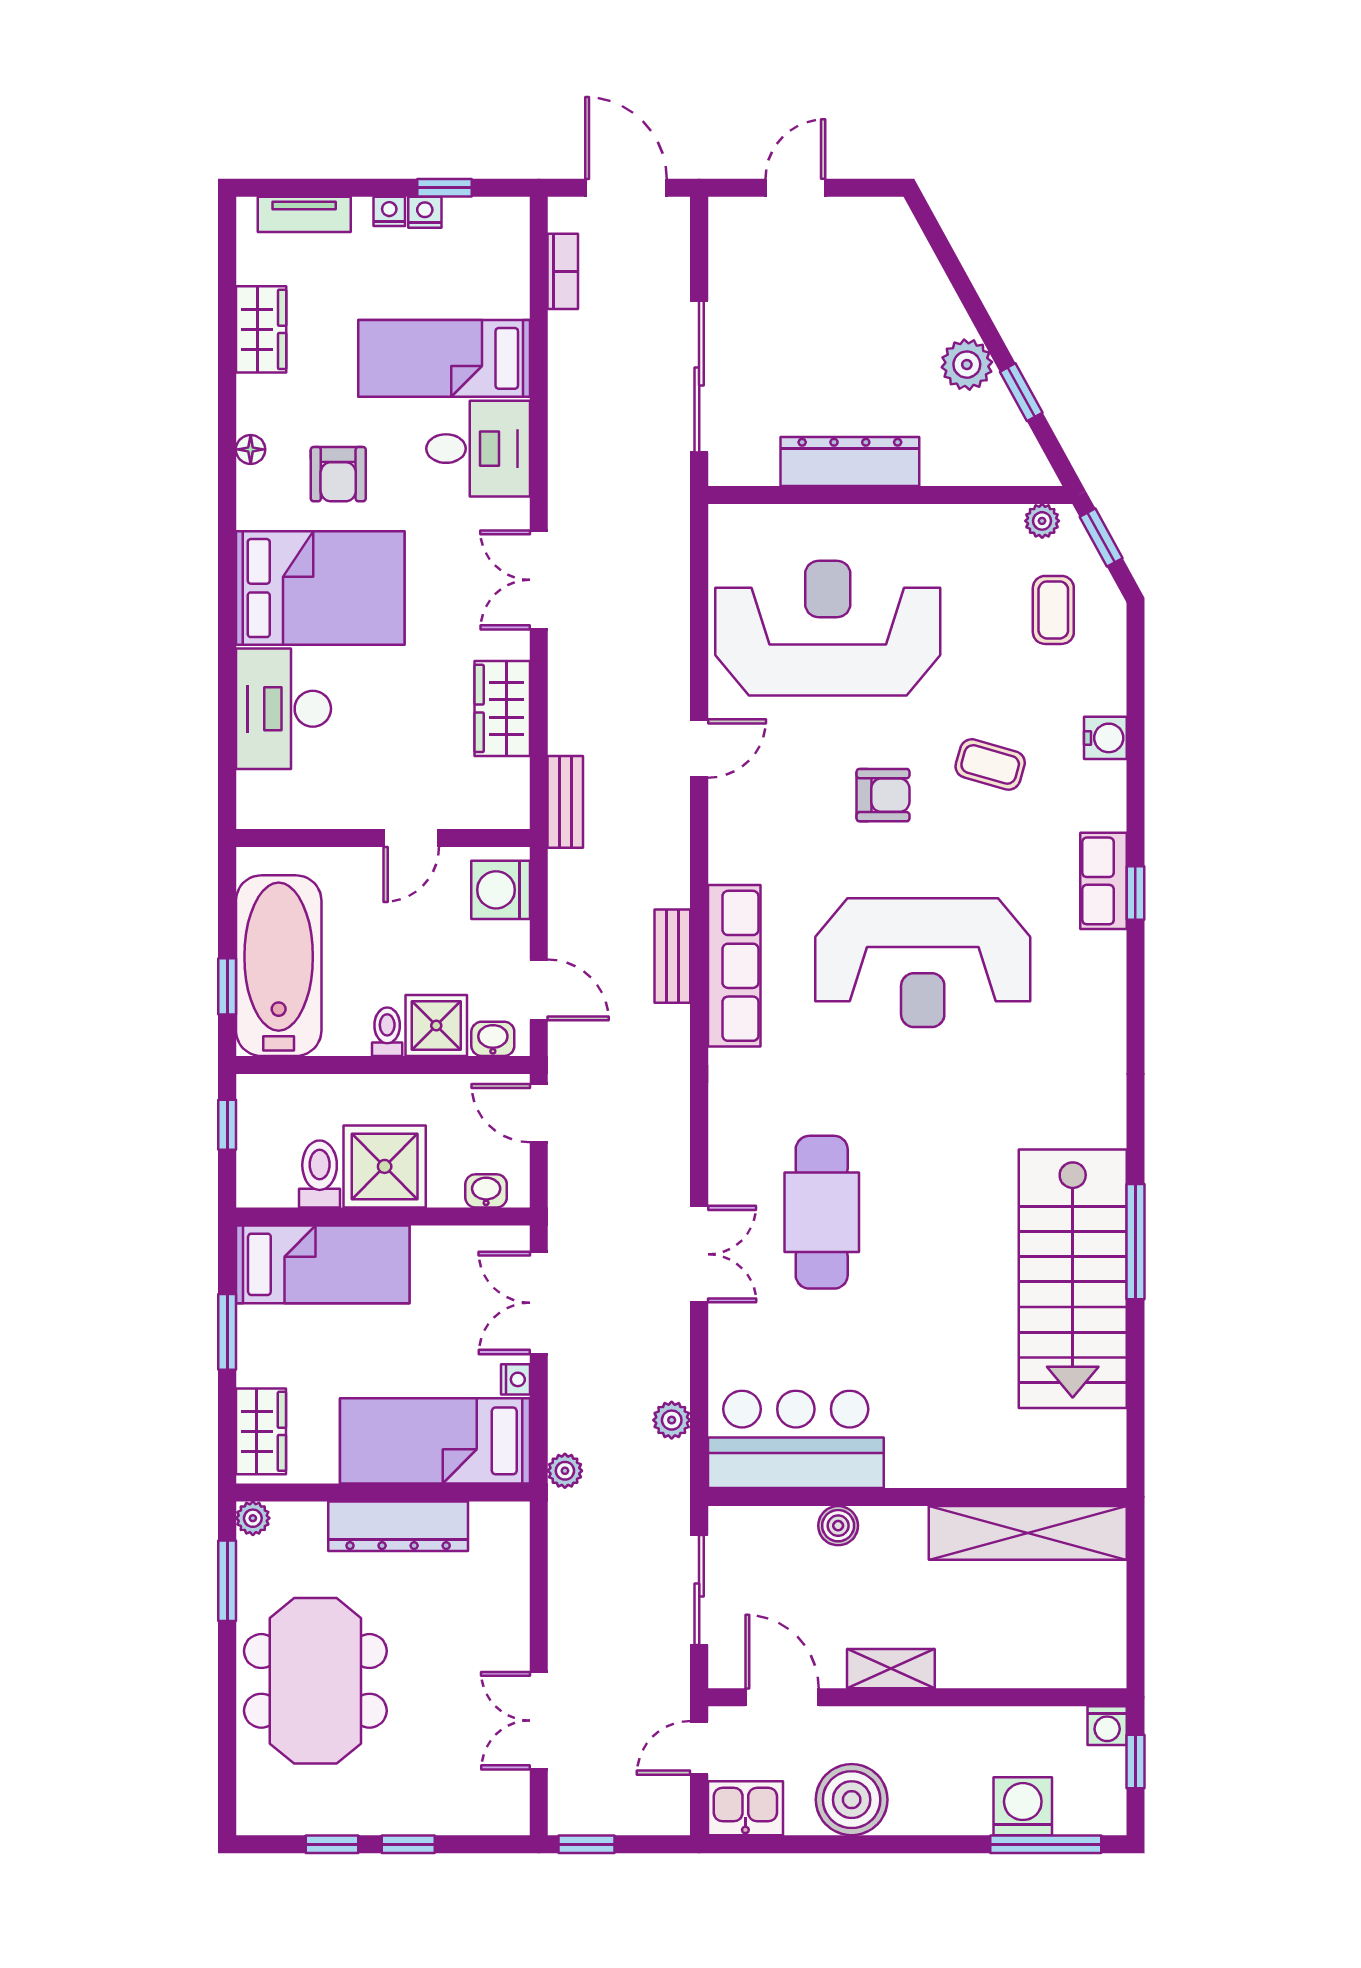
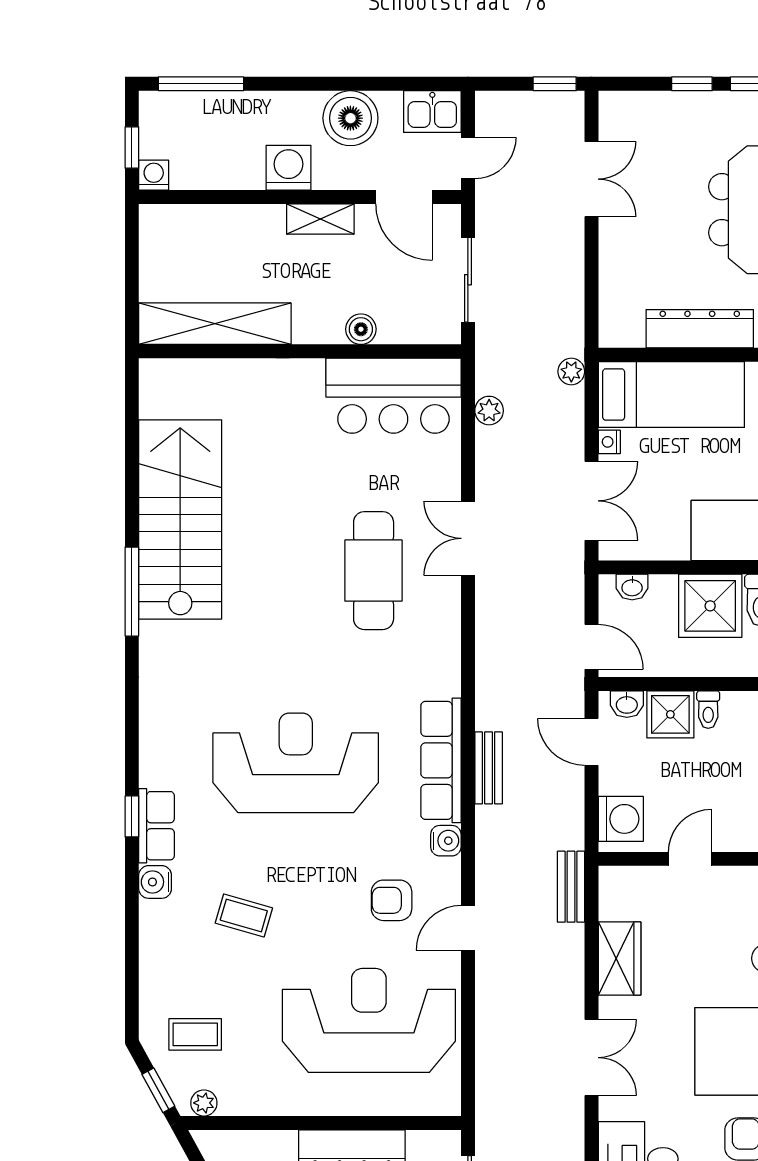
coffee table: (1053, 610) -> (195, 1034), turned 90
reception desk: (828, 628) -> (369, 1020), turned 180
water cooler: (1105, 738) -> (155, 882), moved
armchair: (883, 795) -> (392, 900), moved
water cooler: (728, 862) -> (446, 841), added
window: (1135, 1242) -> (132, 592), moved
washing machine: (1023, 1806) -> (289, 168), moved, turned 180

